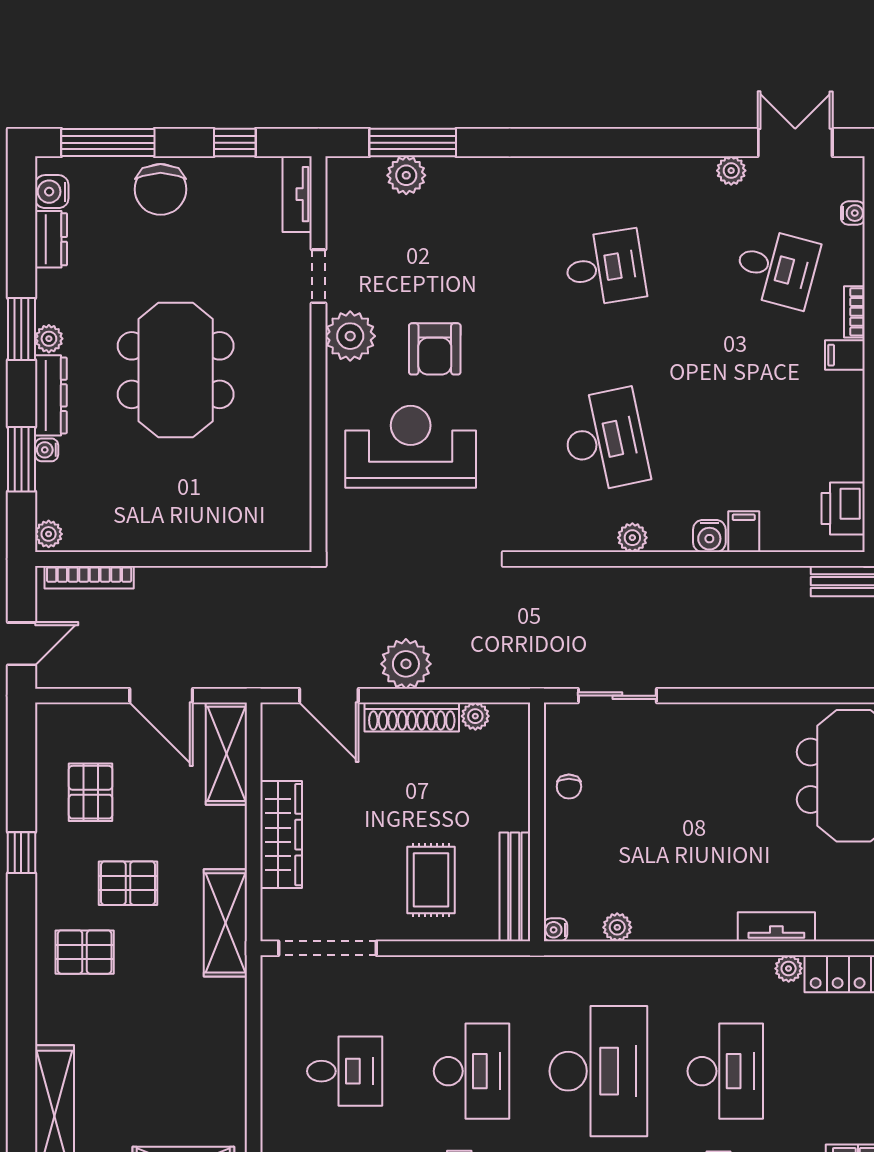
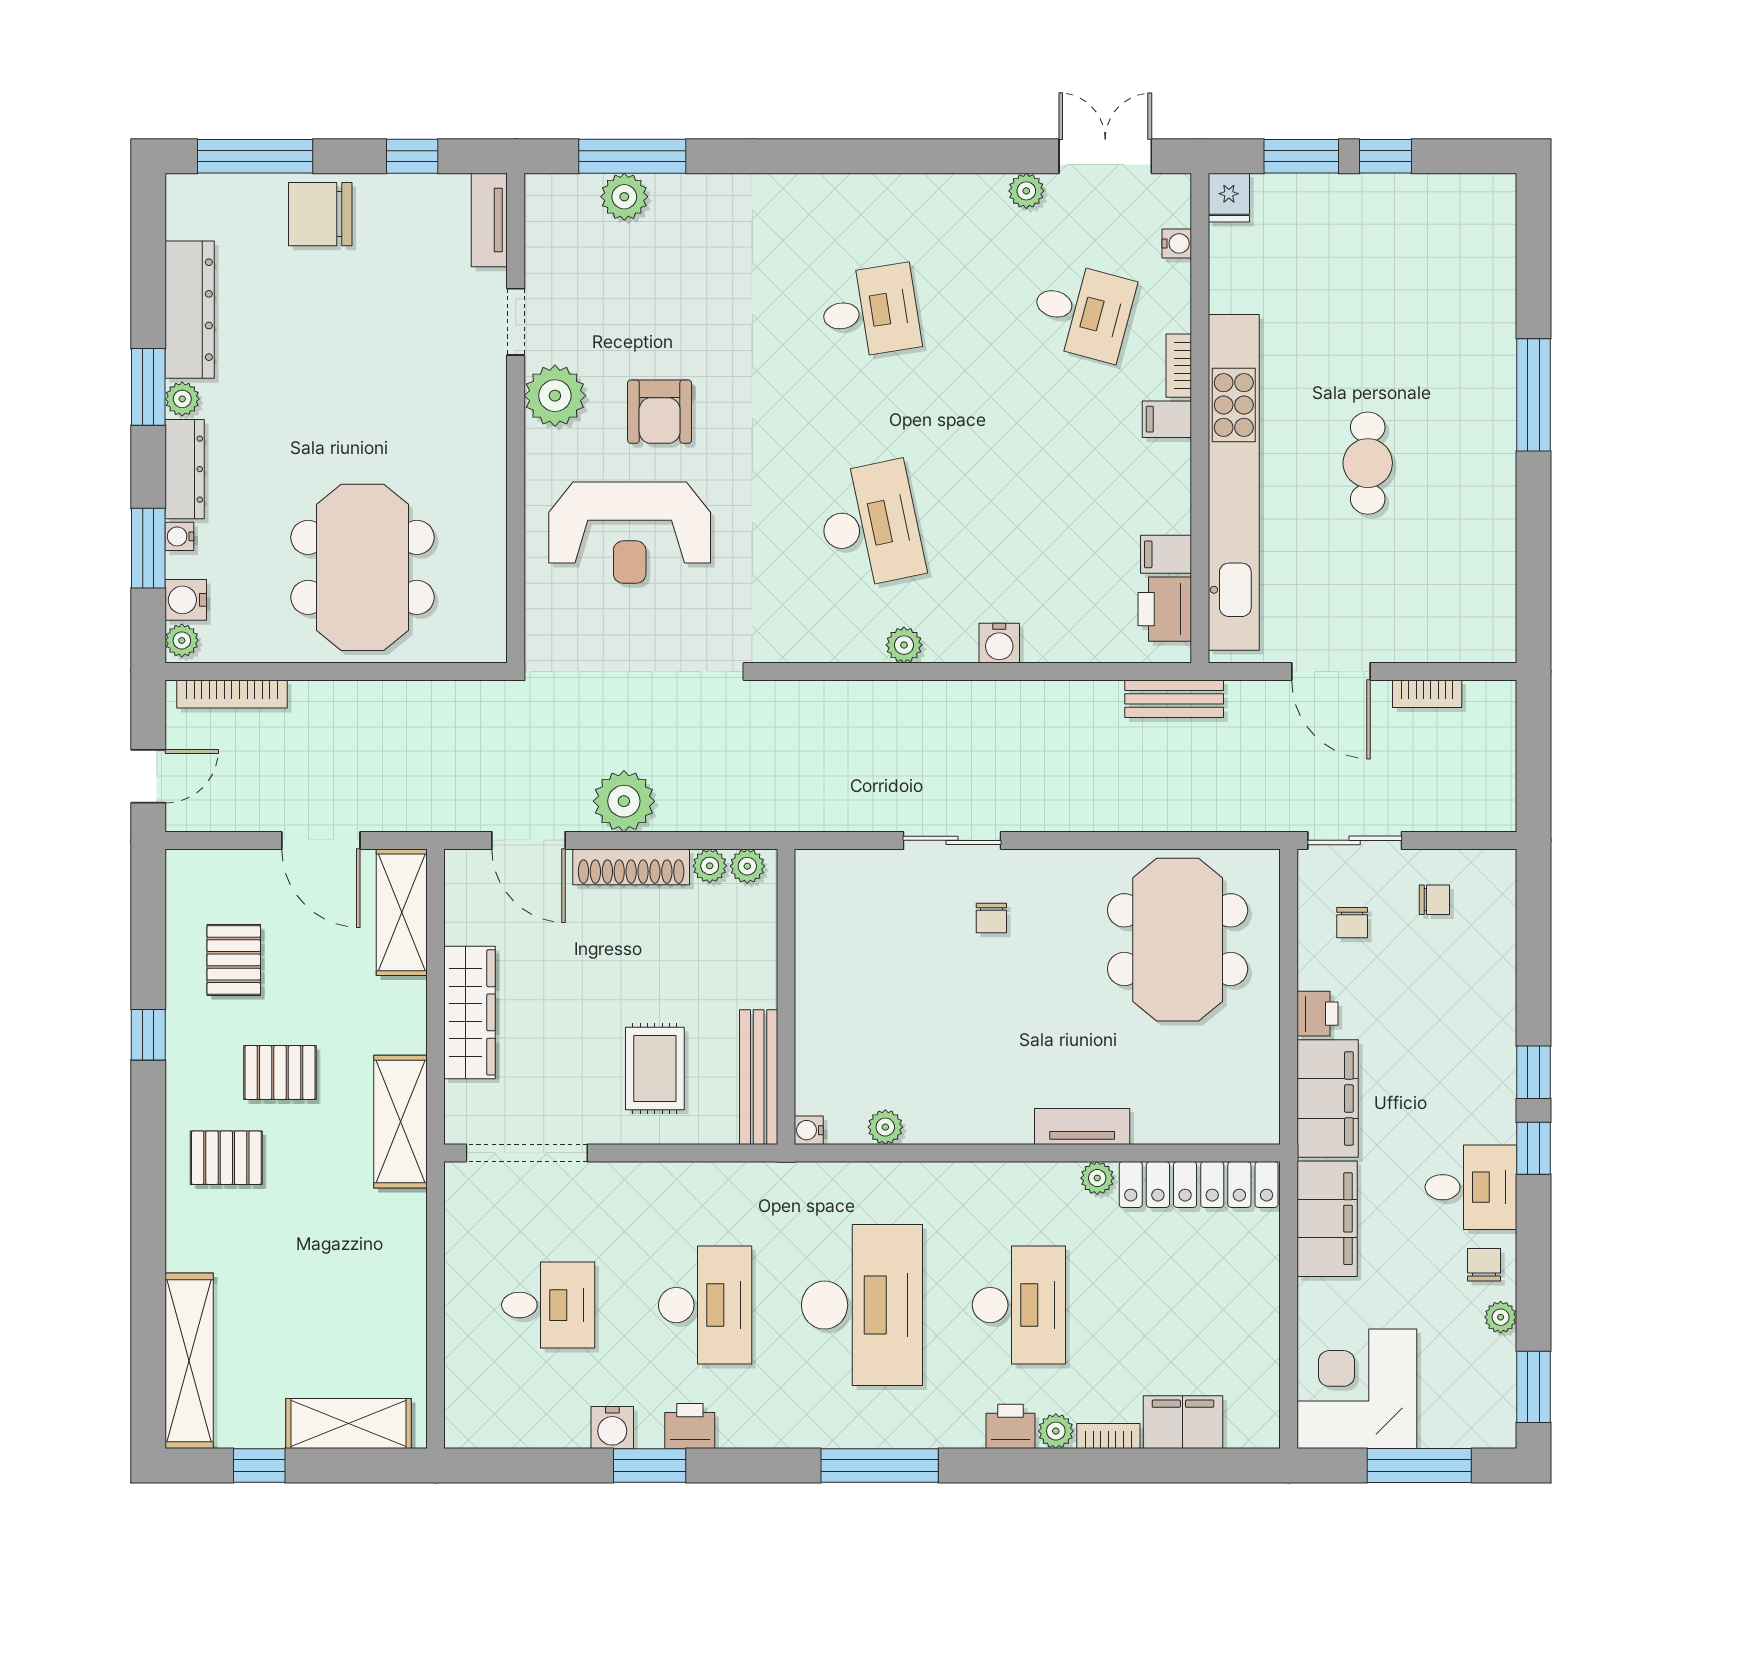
chair: (161, 189) -> (320, 214), turned 90
water cooler: (52, 192) -> (186, 600), moved
dresser: (51, 239) -> (190, 310), width x1.96, depth x1.24
meeting table: (176, 370) -> (362, 567), moved
reception desk: (411, 447) -> (630, 533), turned 180
filing cabinet: (744, 532) -> (1166, 554), moved, turned -90
sliding door: (617, 696) -> (952, 840), moved
plant: (506, 716) -> (747, 866), added
chair: (569, 787) -> (991, 918), moved

